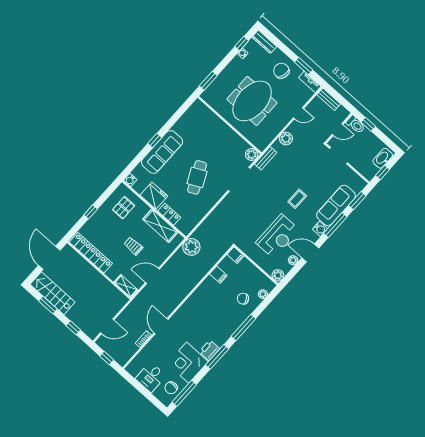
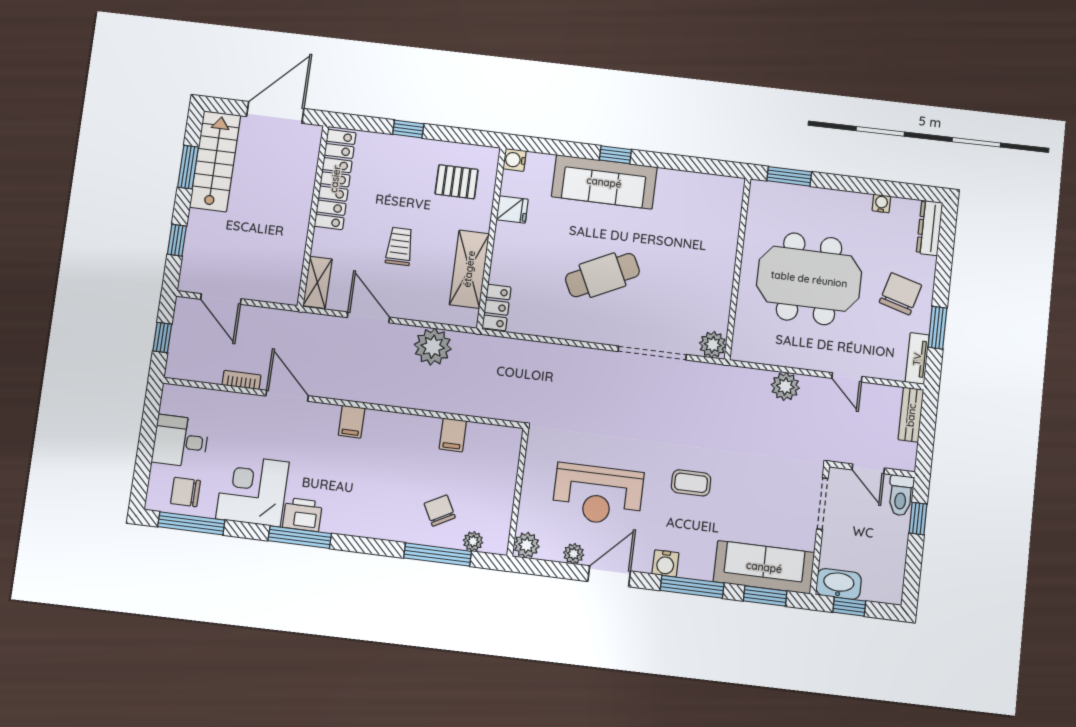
window: (242, 43) -> (898, 190), removed
bench: (266, 158) -> (724, 374), removed
washbasin: (383, 158) -> (839, 584), moved
fridge: (154, 196) -> (512, 209), width x0.53, depth x0.75
sofa: (336, 205) -> (764, 567), moved
locker: (169, 214) -> (497, 307), moved
plant: (191, 247) -> (433, 347), moved
door: (310, 253) -> (609, 576), hinge flipped
filing cabinet: (236, 255) -> (352, 422), moved
door: (161, 326) -> (287, 396), hinge flipped
window: (243, 328) -> (438, 555), moved

